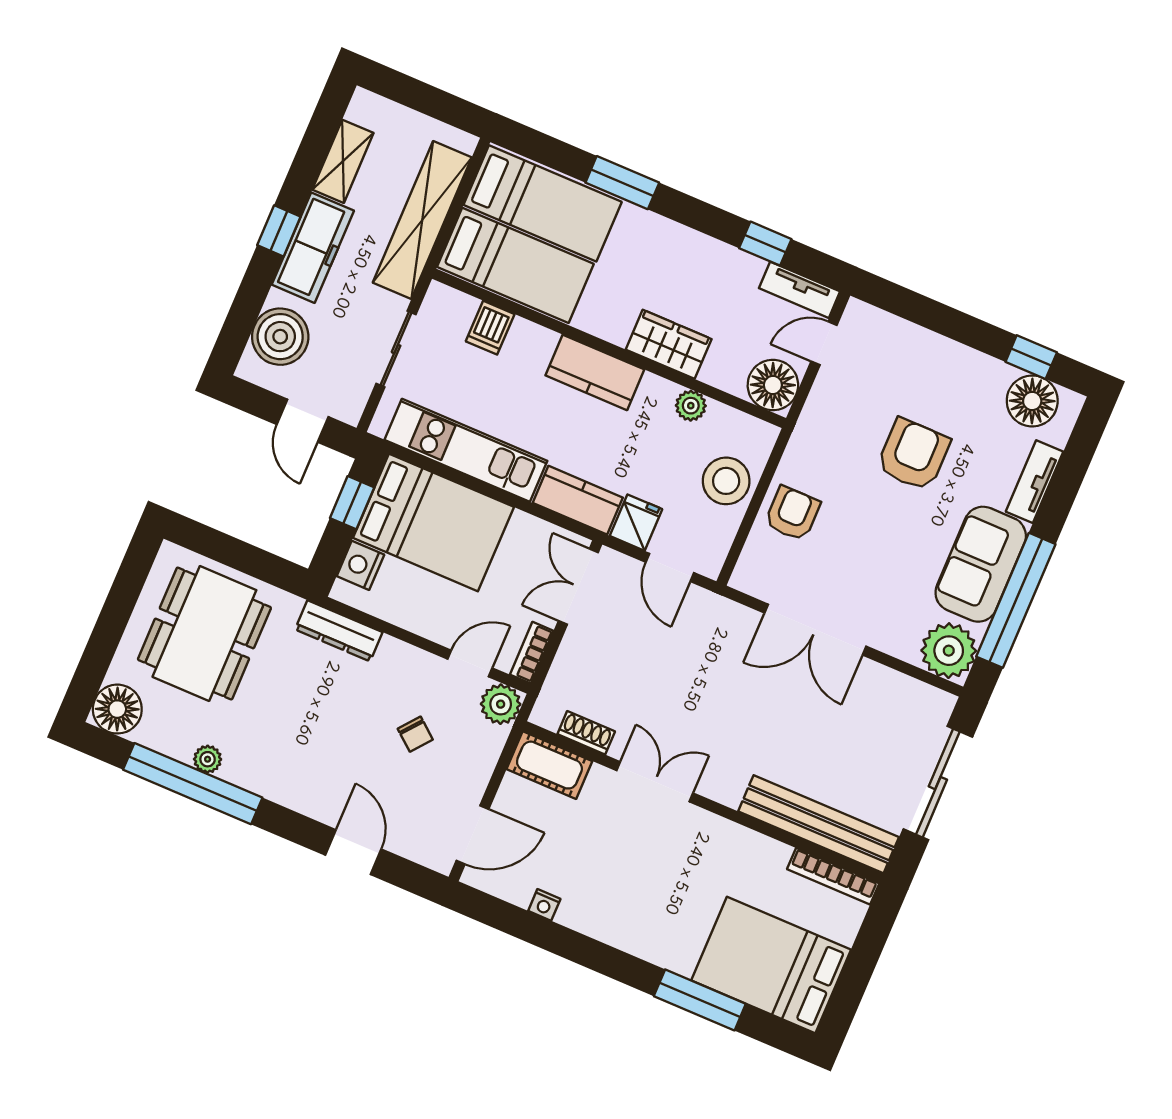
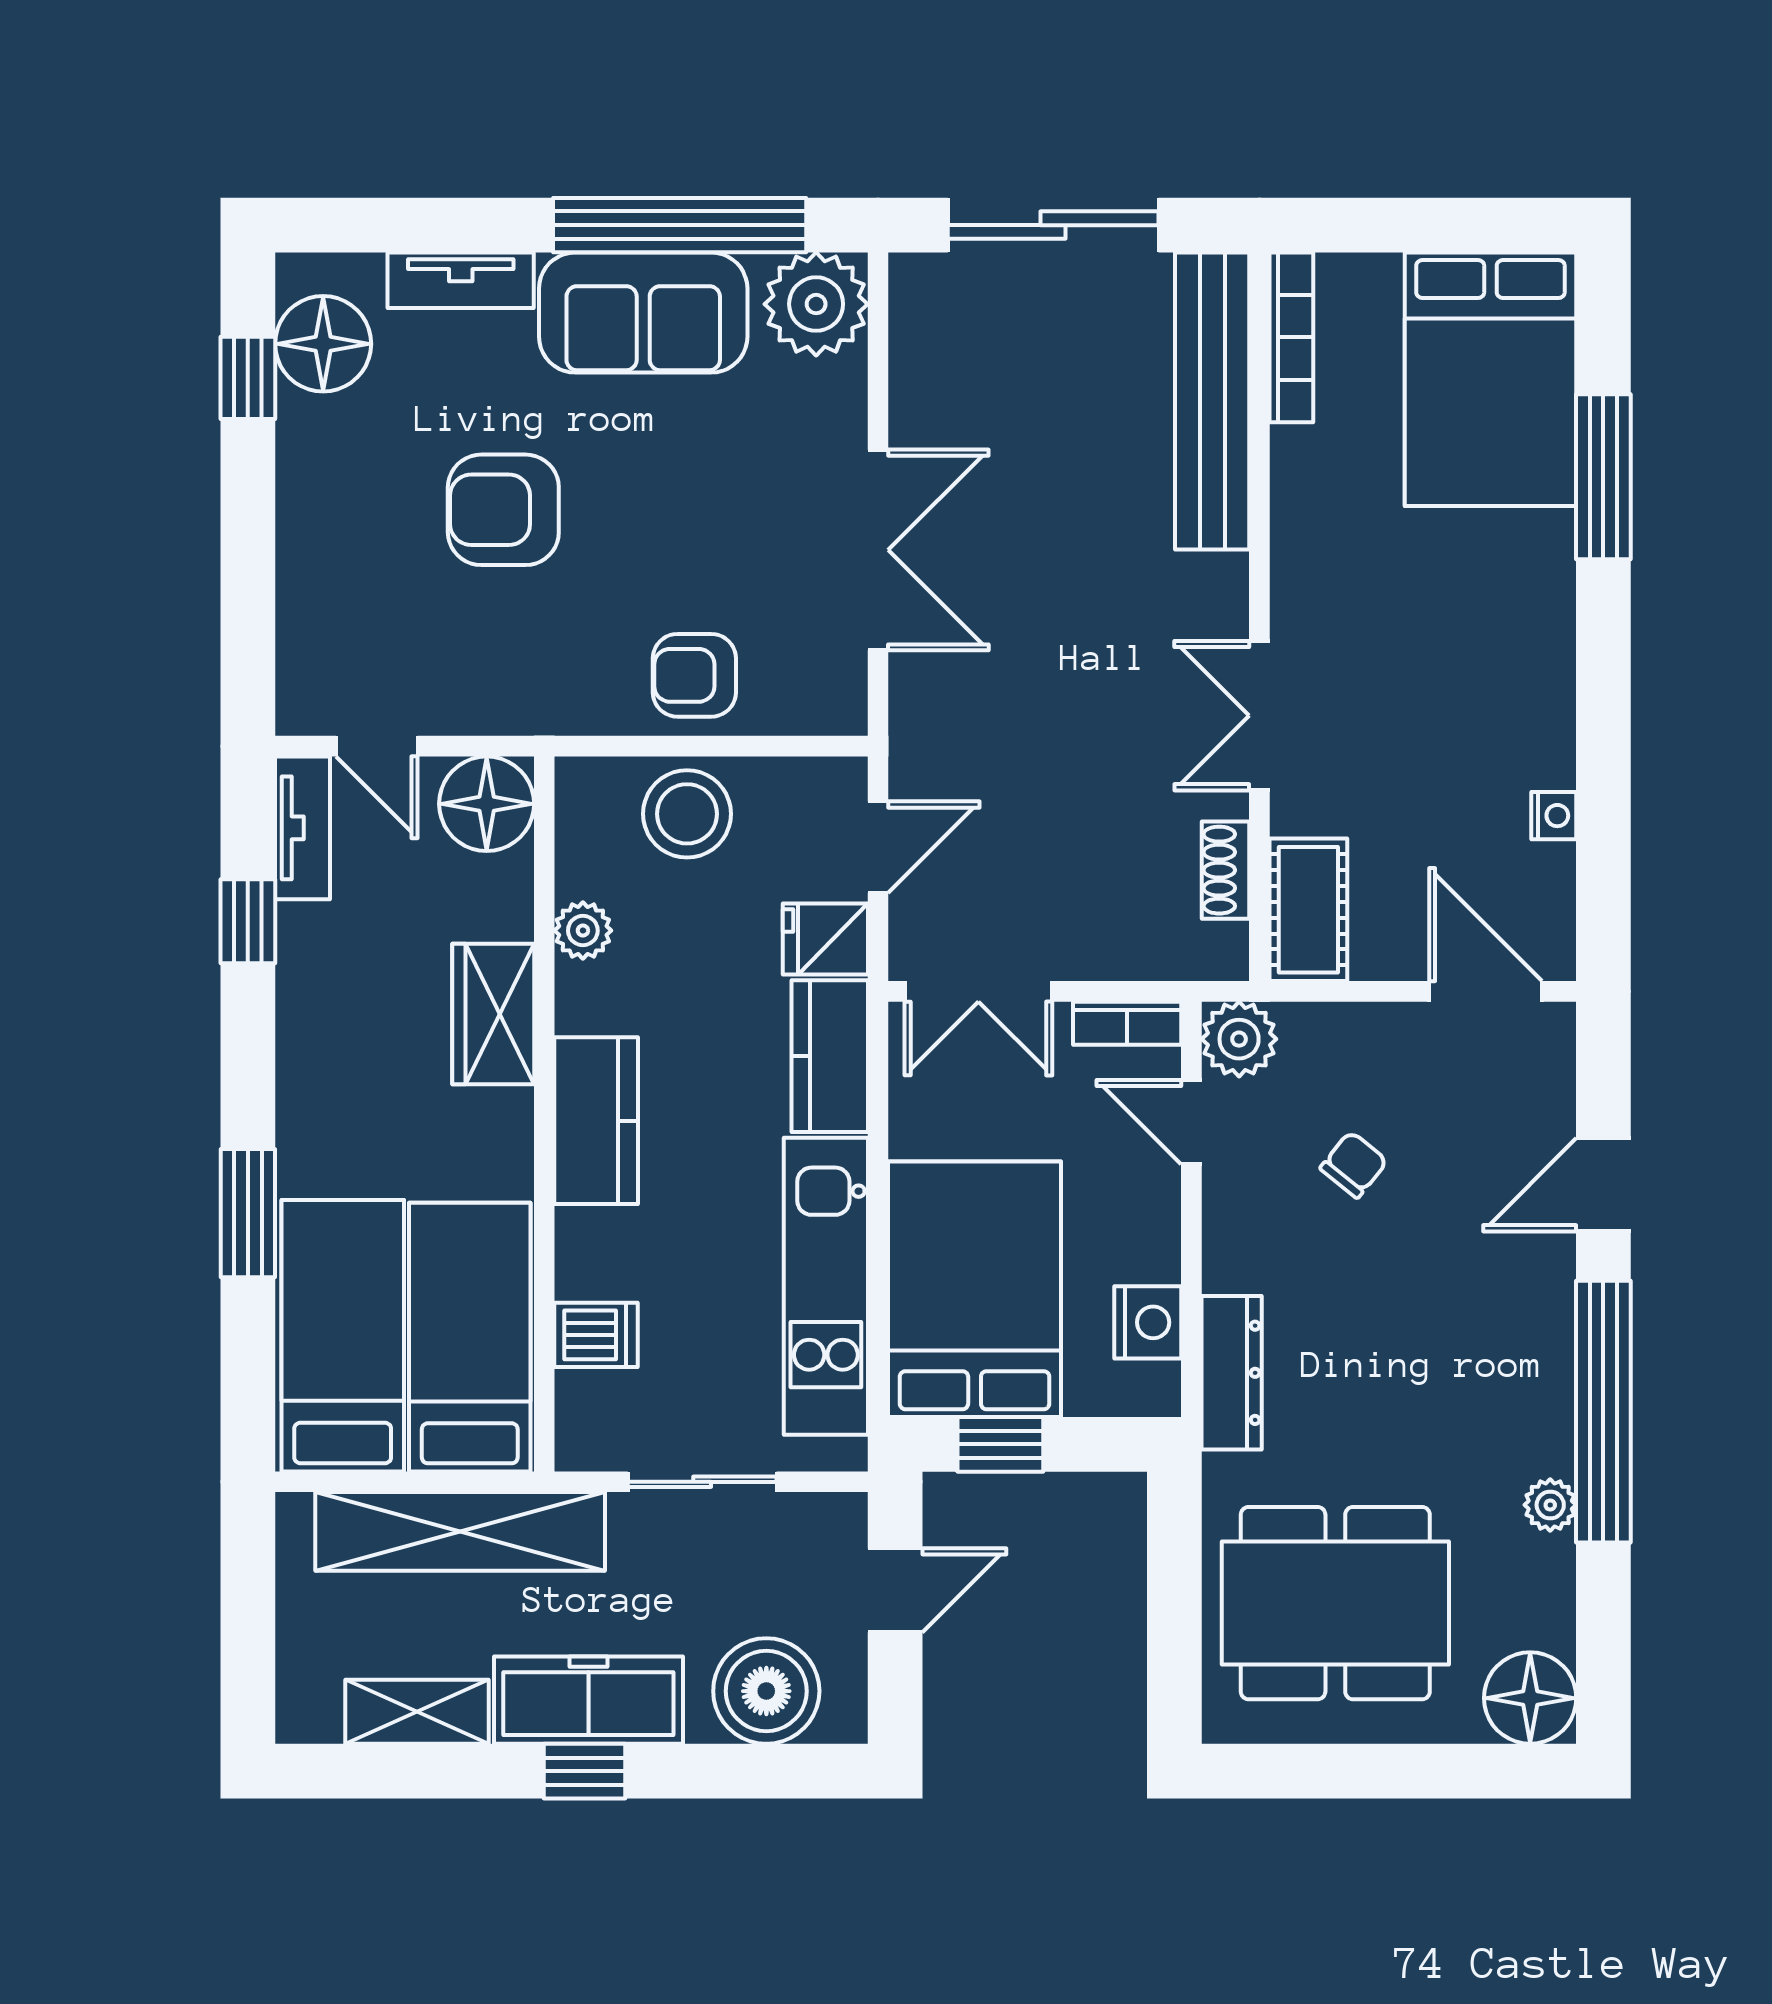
nightstand: (360, 565) -> (1148, 1322), moved, turned -90
window: (193, 784) -> (1603, 1412), moved

